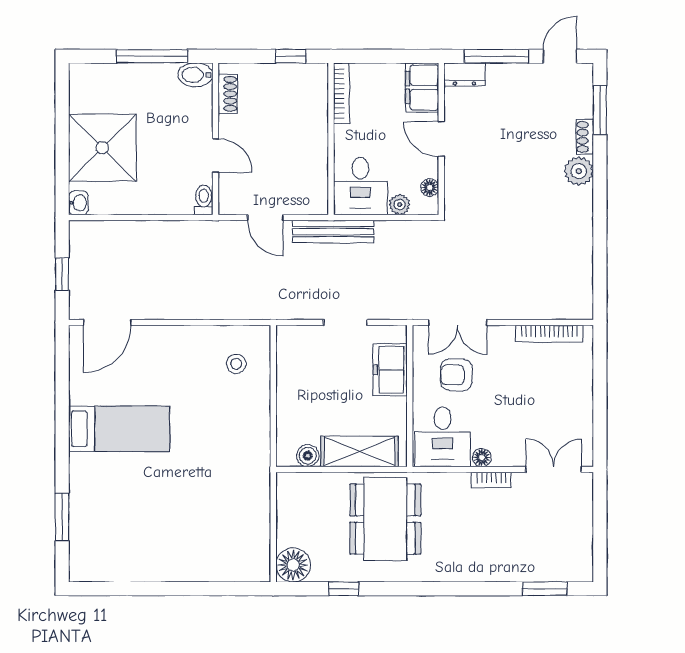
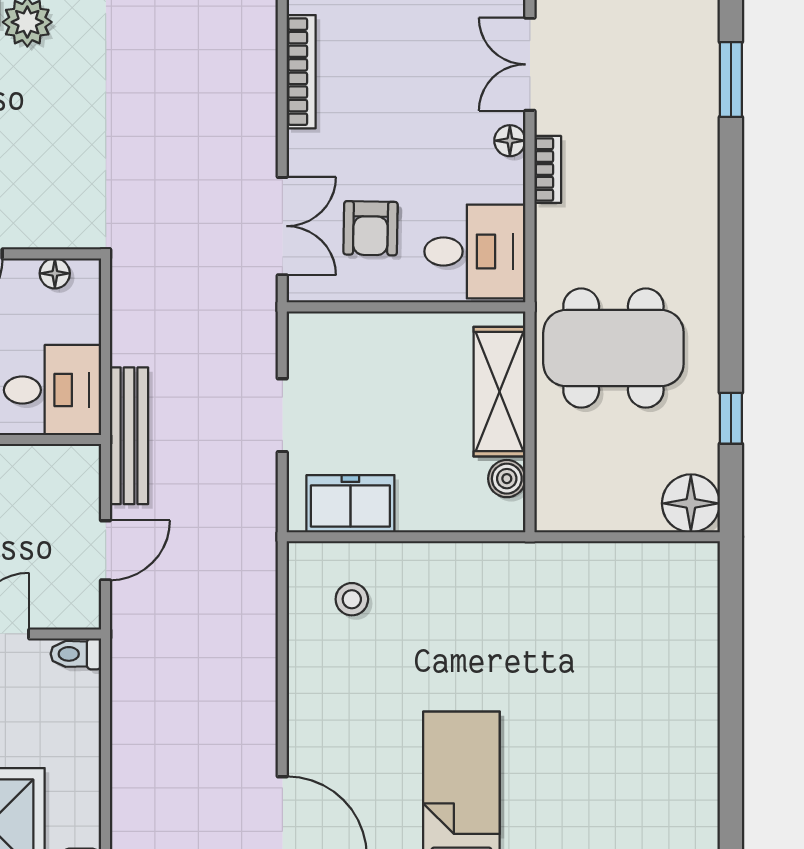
plant: (400, 205) -> (84, 324), removed
freezer: (390, 370) -> (350, 504), moved, turned 180
floor lamp: (482, 458) -> (510, 141), moved

